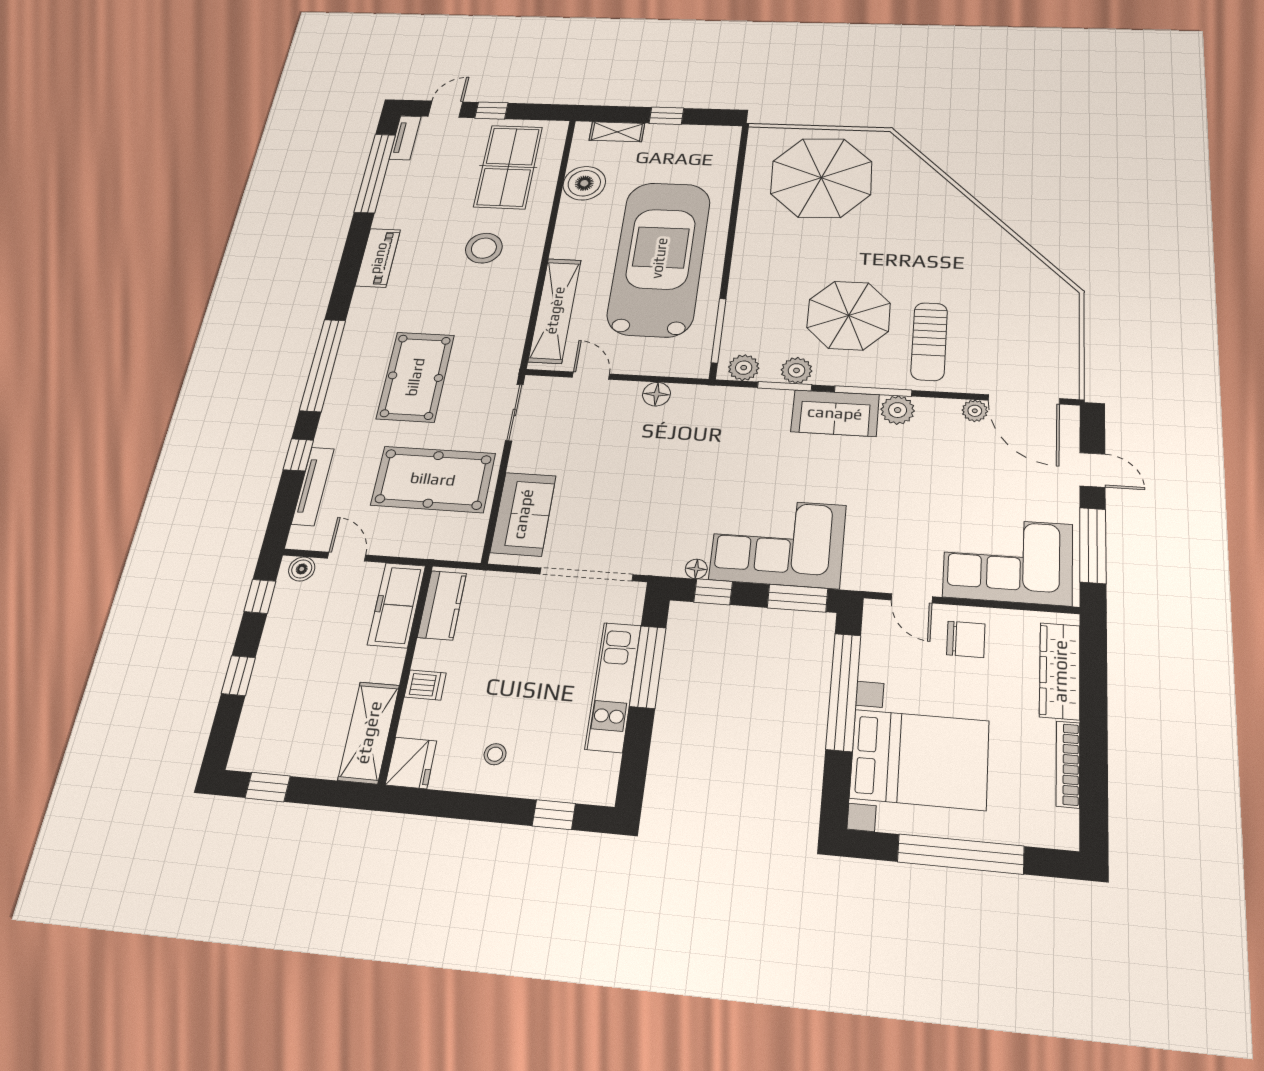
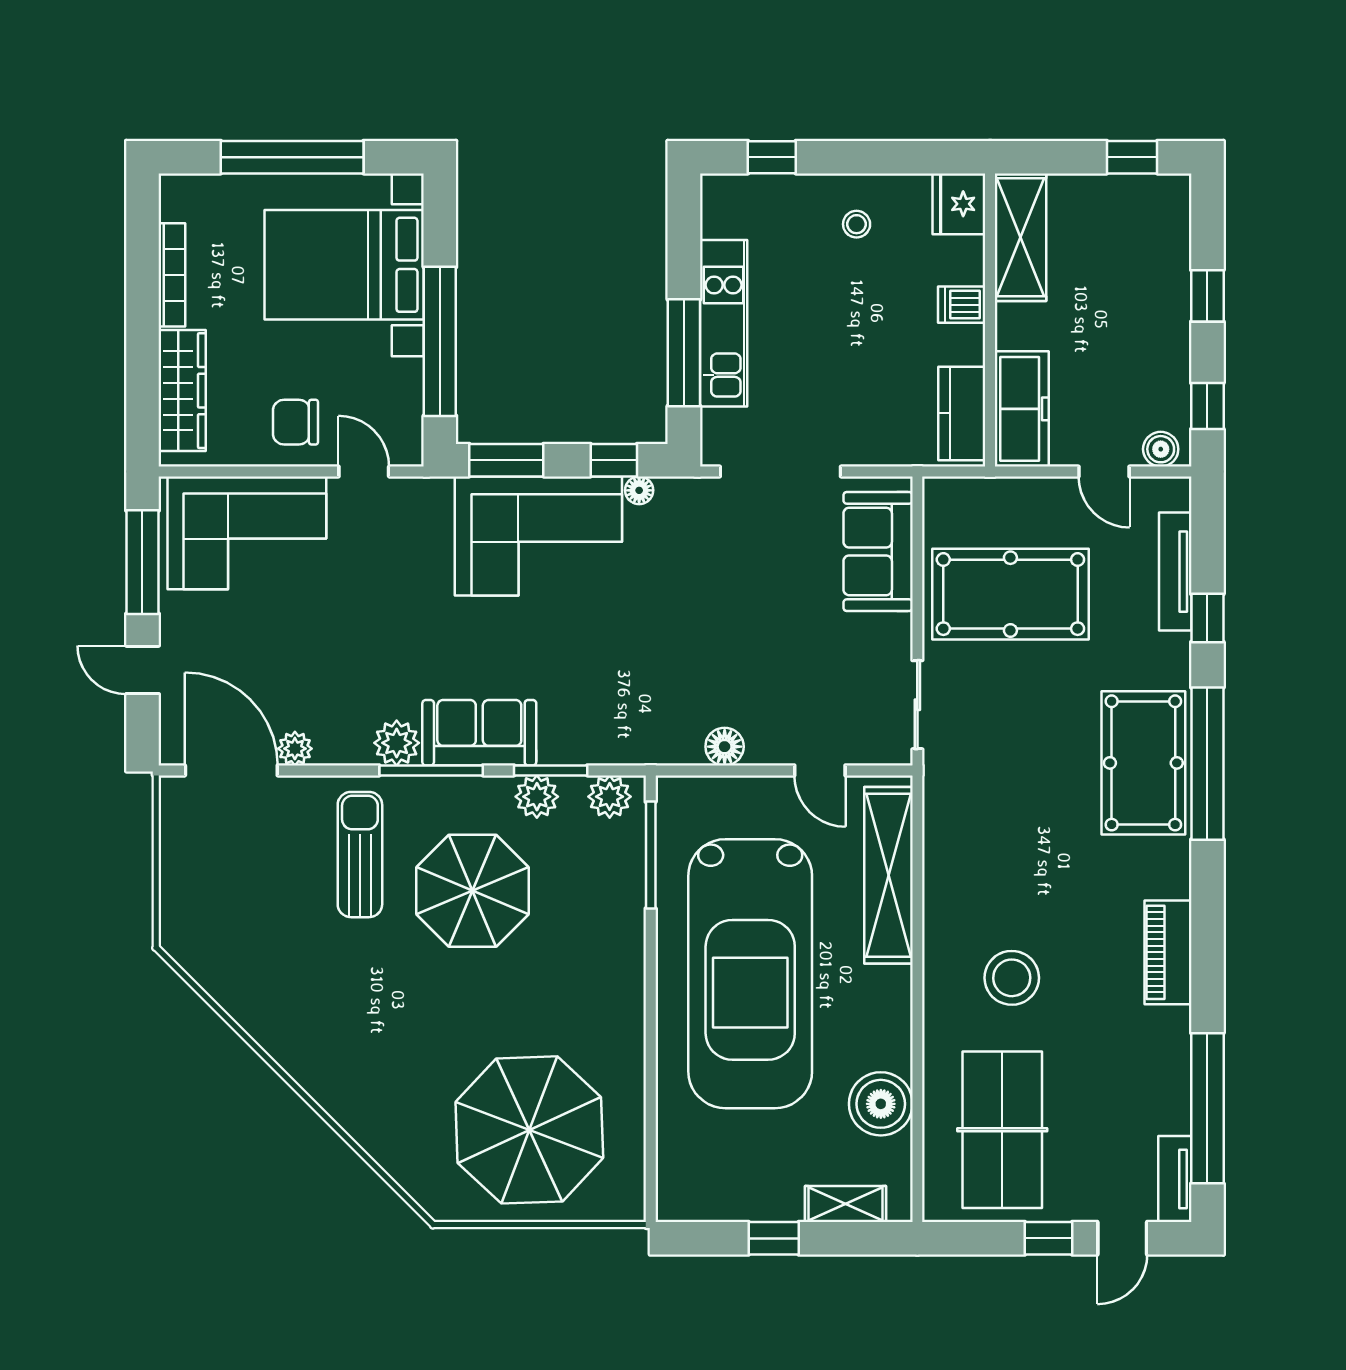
pool table: (415, 377) -> (1143, 763), moved

